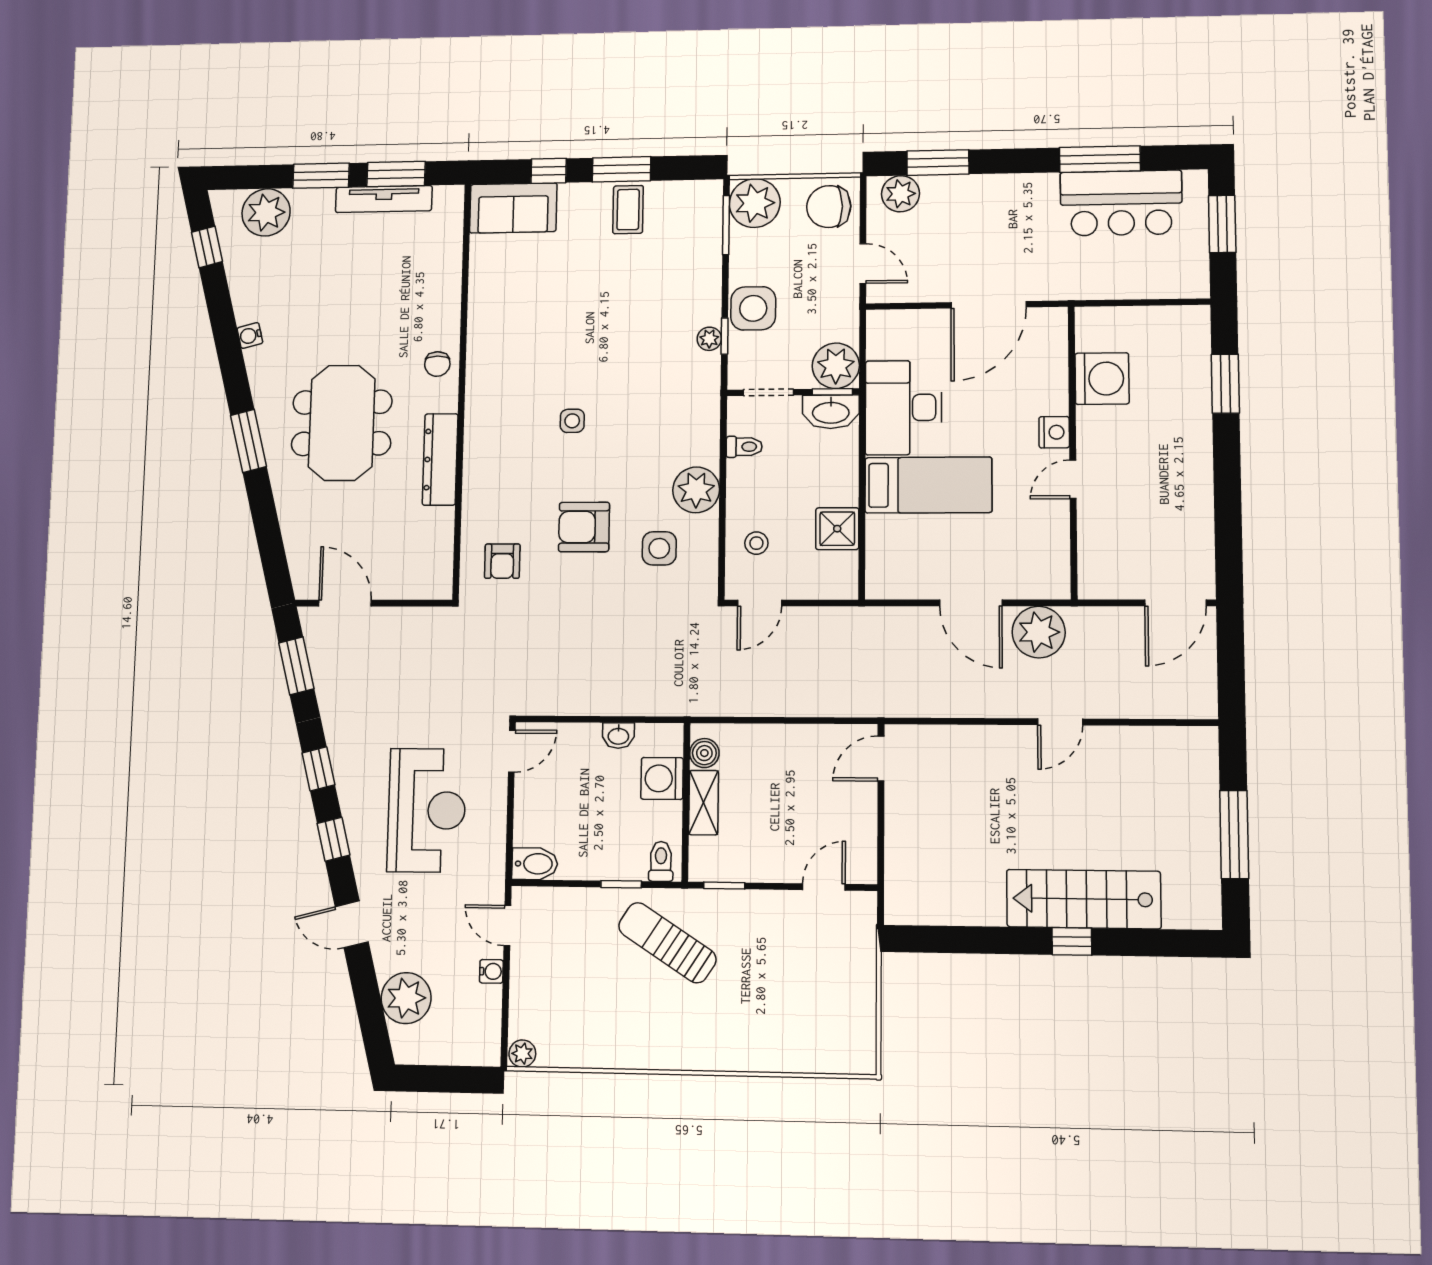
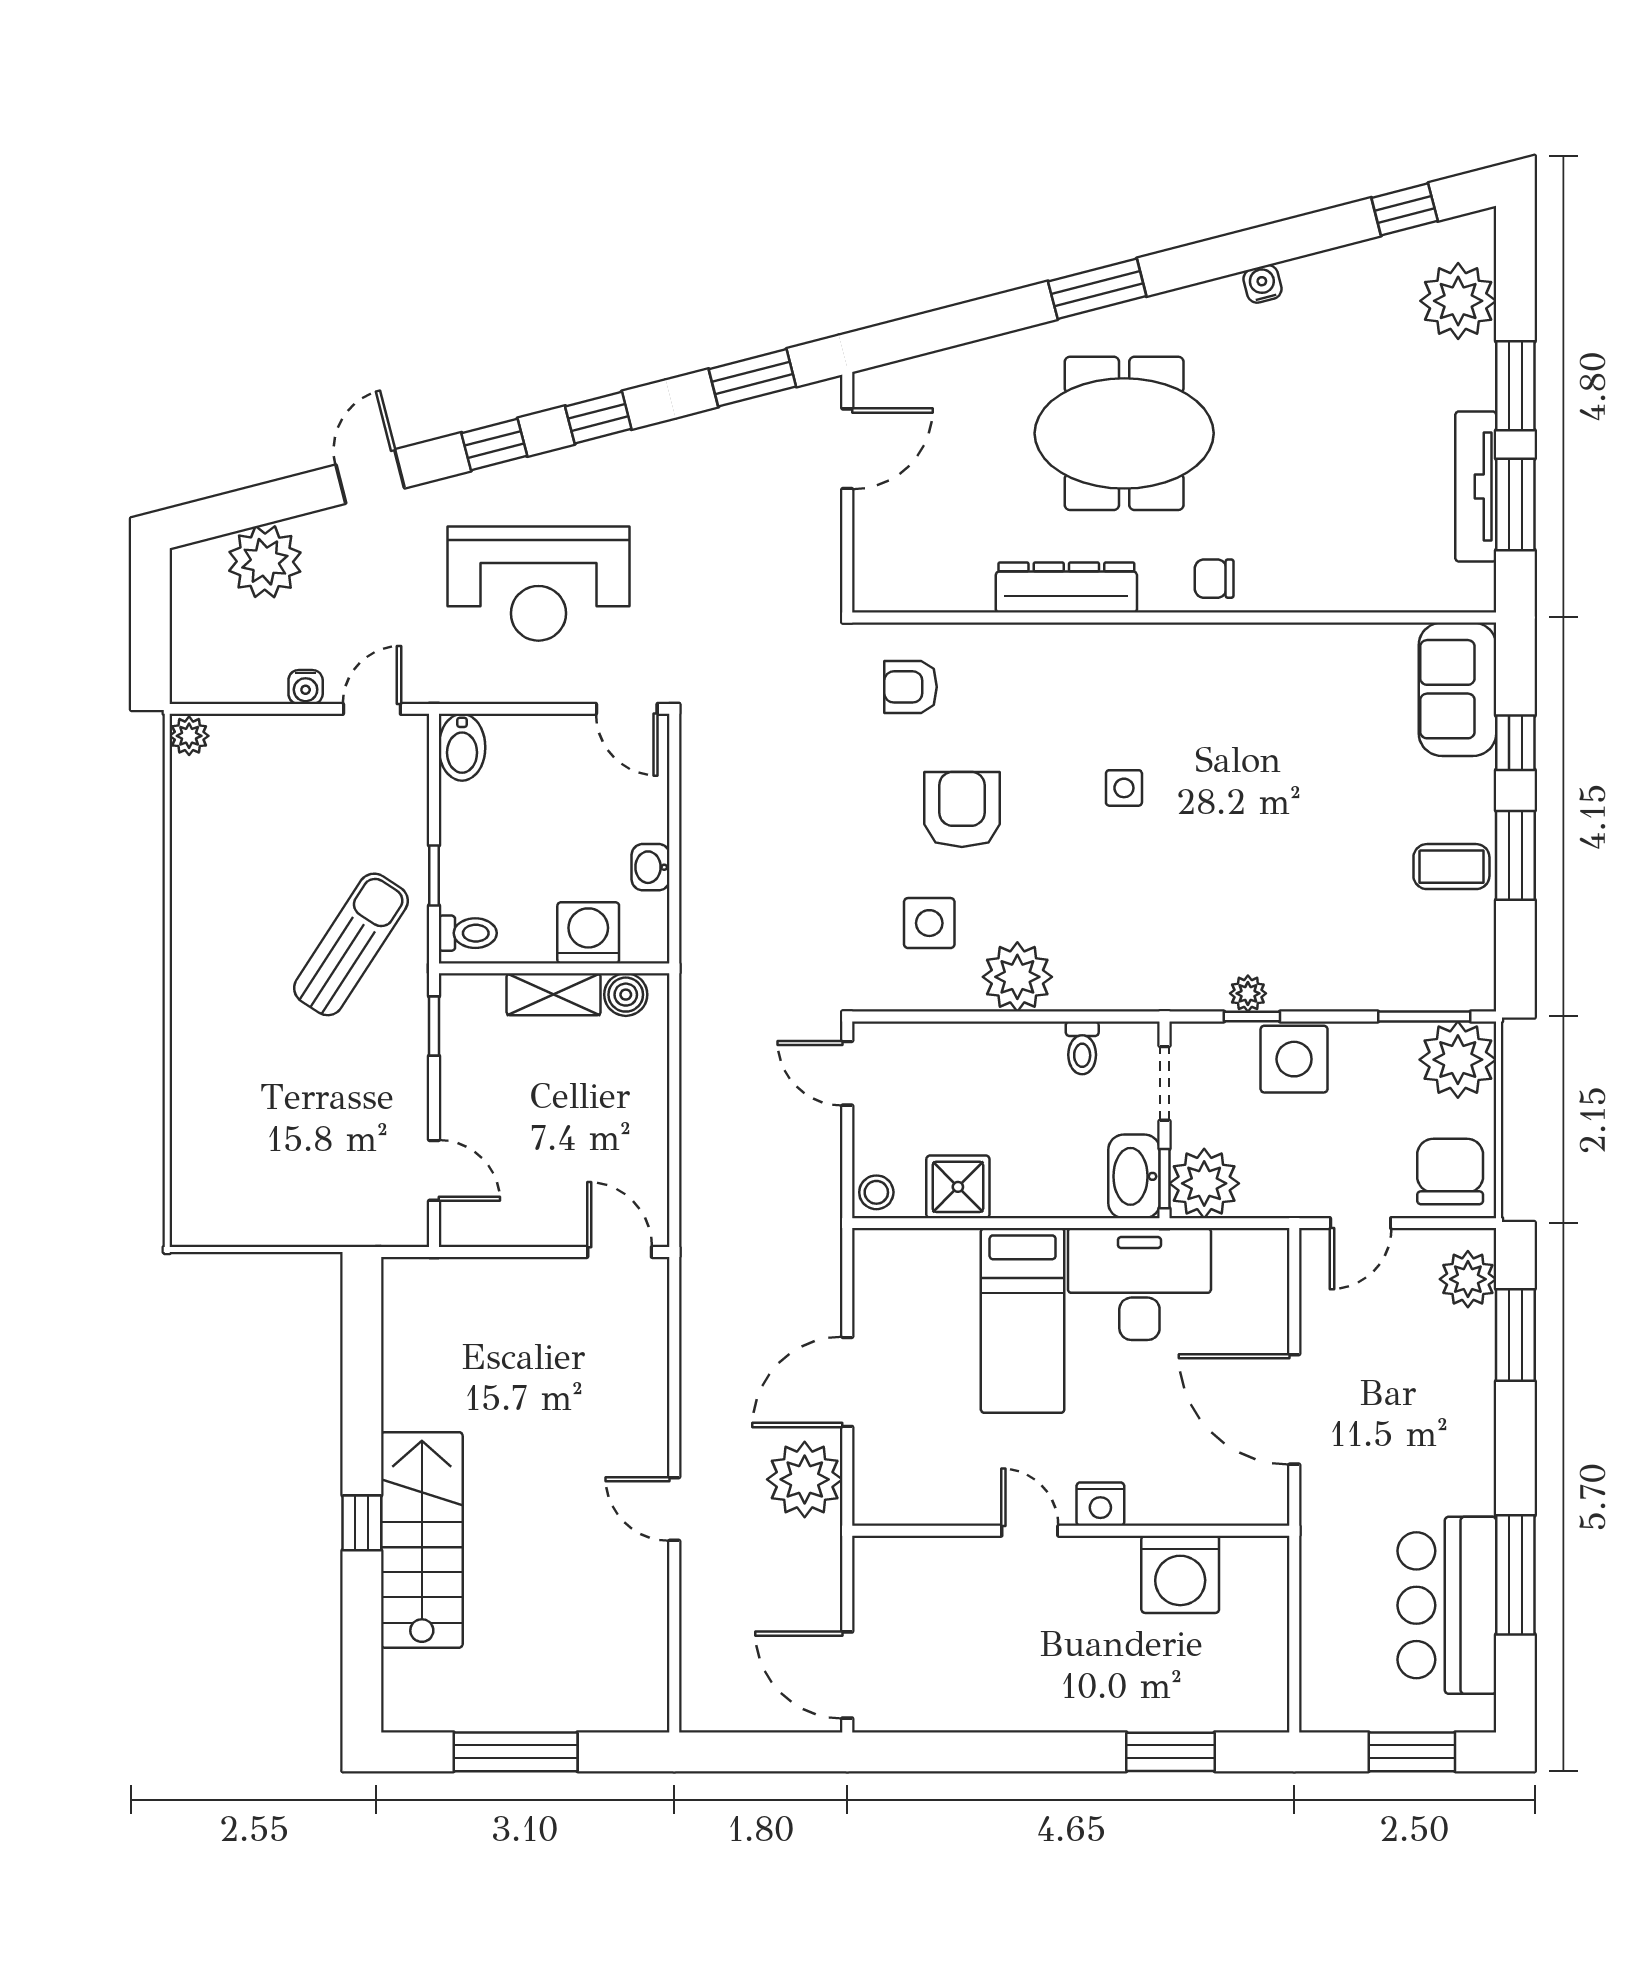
stool: (756, 543) -> (876, 1192), moved

